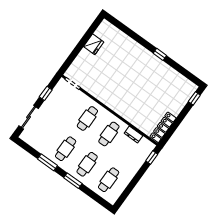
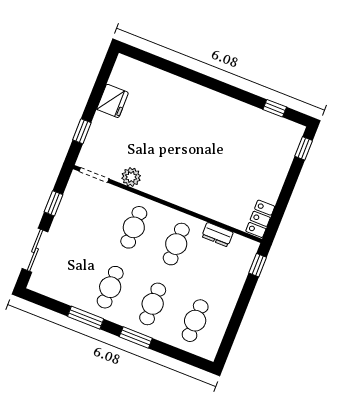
window: (160, 54) -> (275, 108), moved
window: (72, 57) -> (82, 131), added
plant: (93, 90) -> (131, 177), added
locker: (163, 127) -> (260, 219), width x0.66

